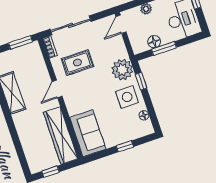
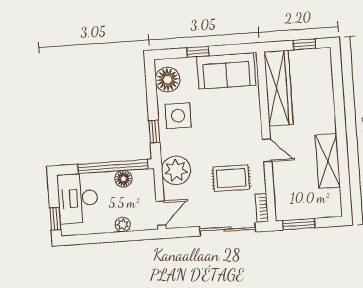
window: (164, 48) -> (113, 166), width x2.11
plant: (122, 70) -> (176, 170), moved
door: (57, 89) -> (267, 150), hinge flipped
floor lamp: (144, 115) -> (168, 80), width x1.89, depth x1.89
sofa: (88, 133) -> (226, 71), moved, turned -90

